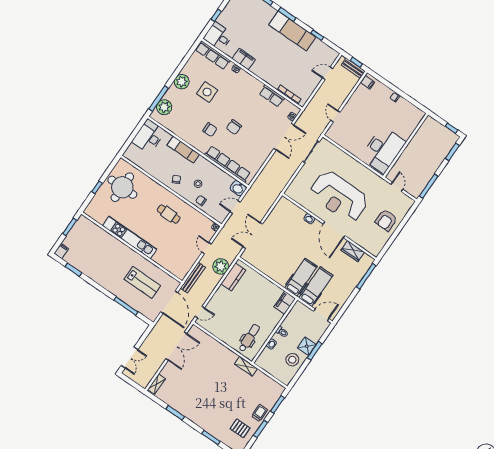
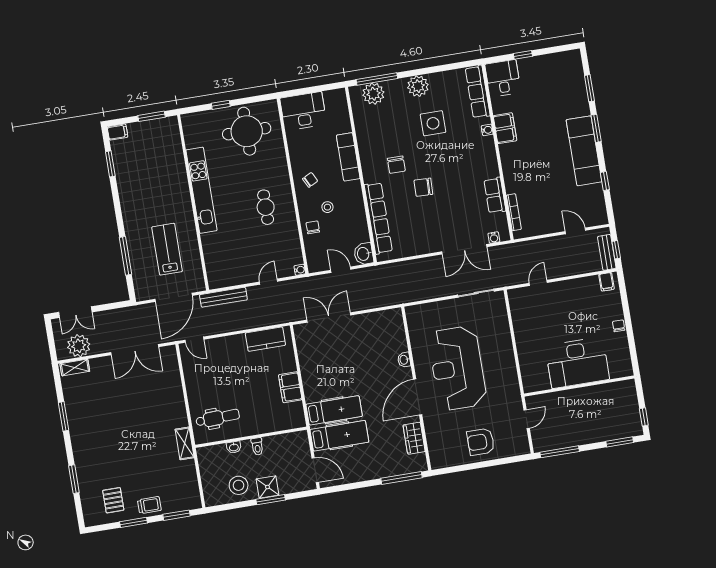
desk: (149, 136) -> (303, 111), moved
desk: (383, 150) -> (577, 363), moved
plant: (221, 266) -> (79, 346), moved
lab bench: (142, 282) -> (167, 249), turned 180
filing cabinet: (285, 303) -> (290, 387), moved, turned -90

